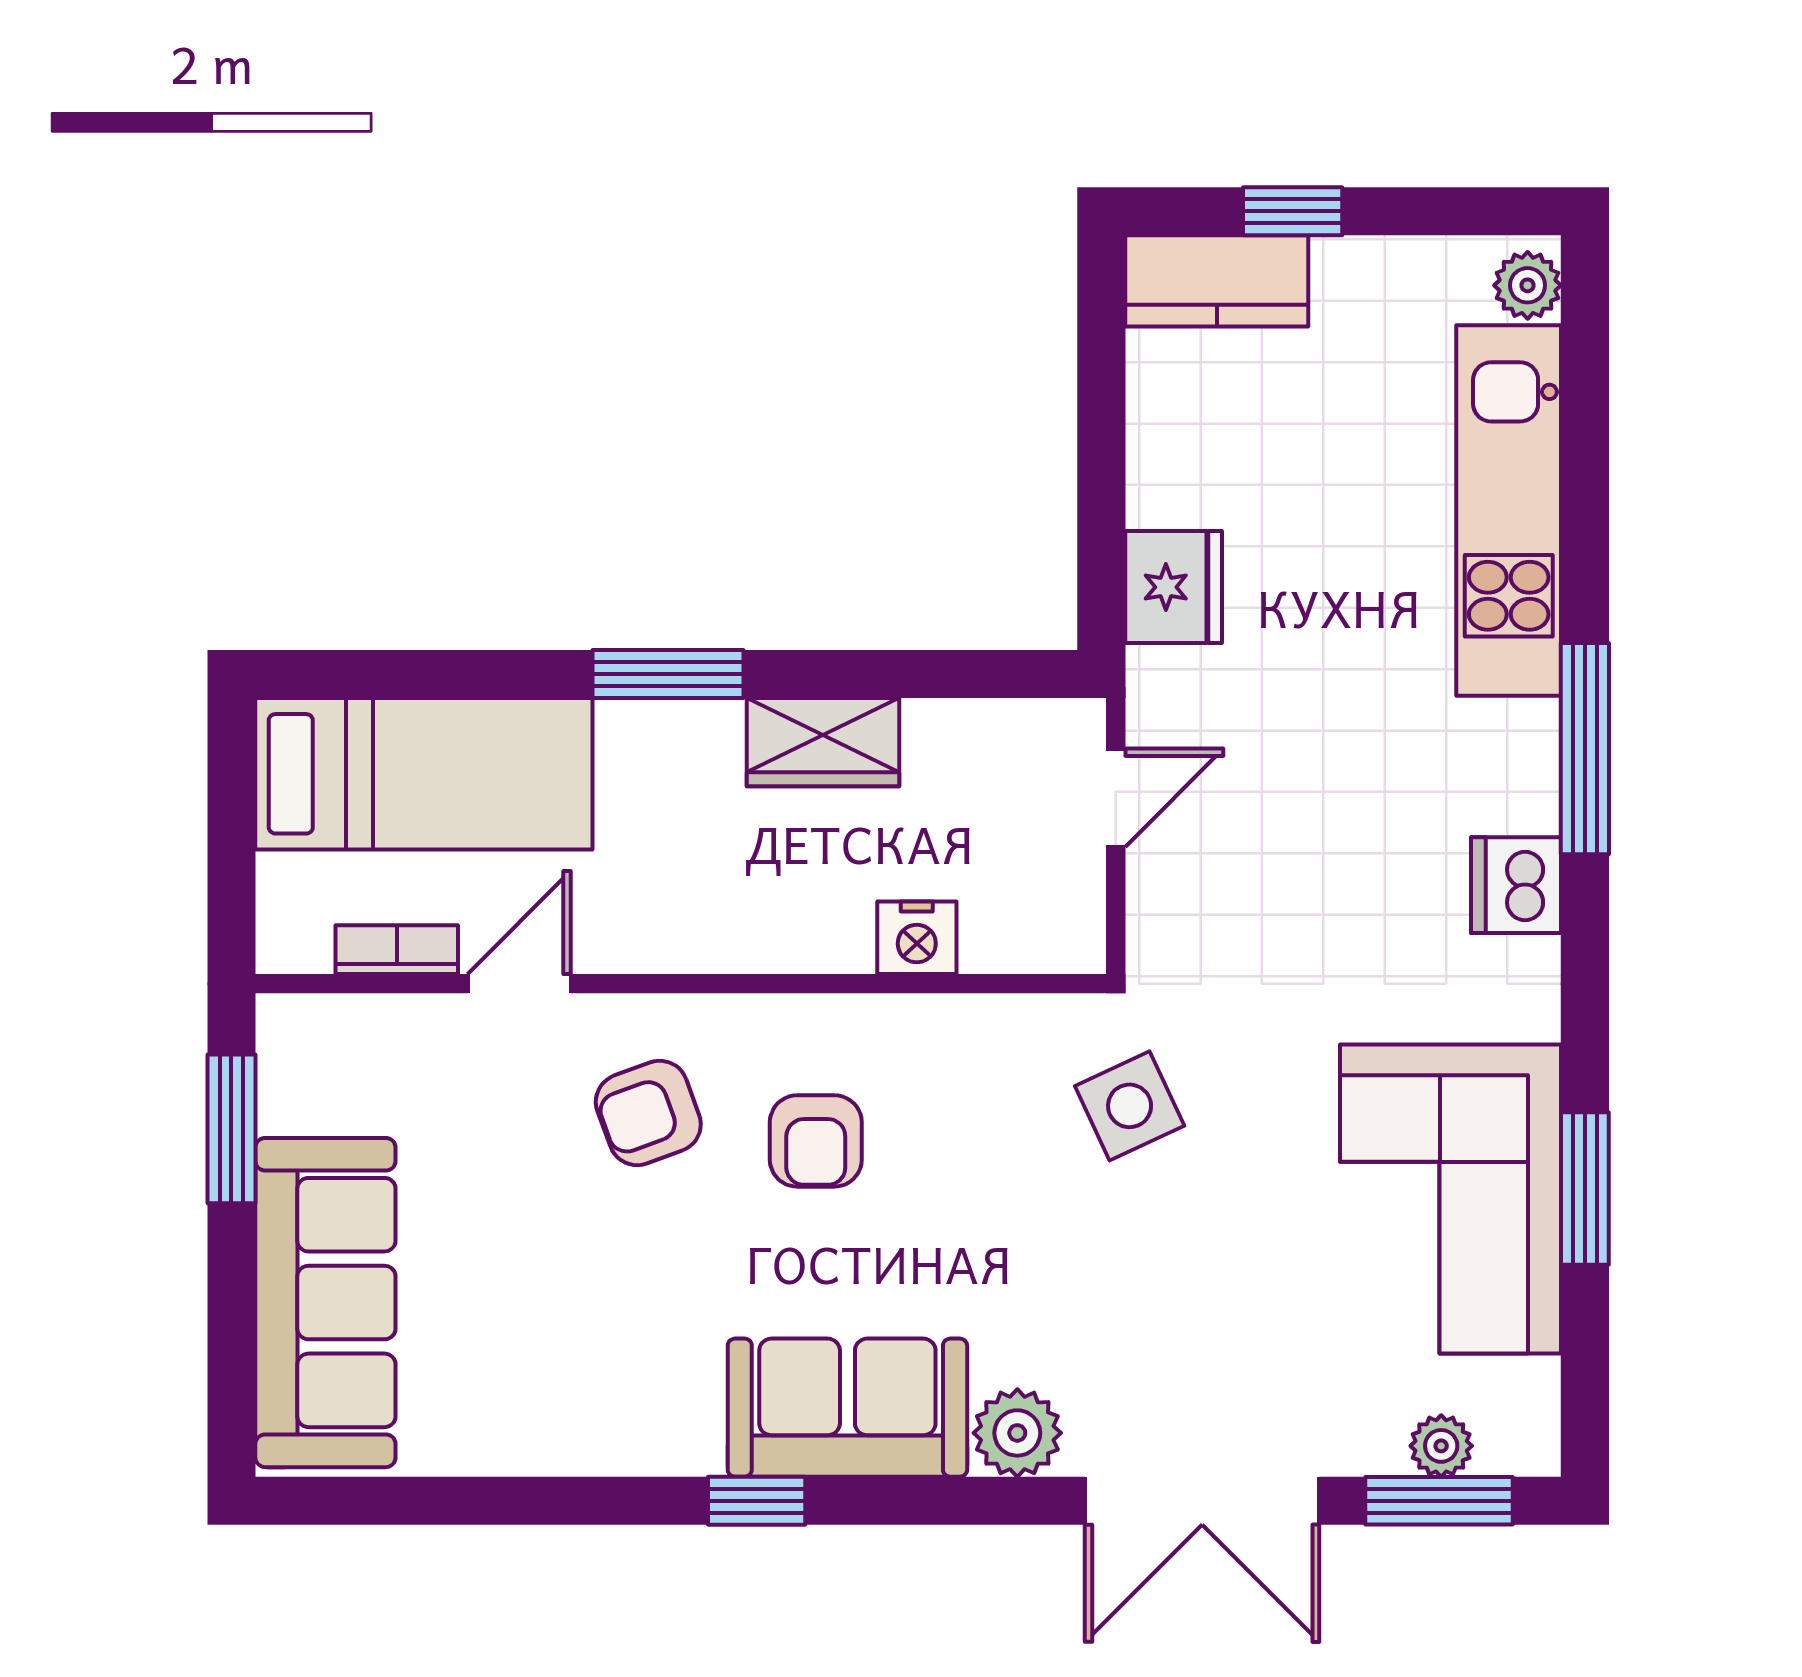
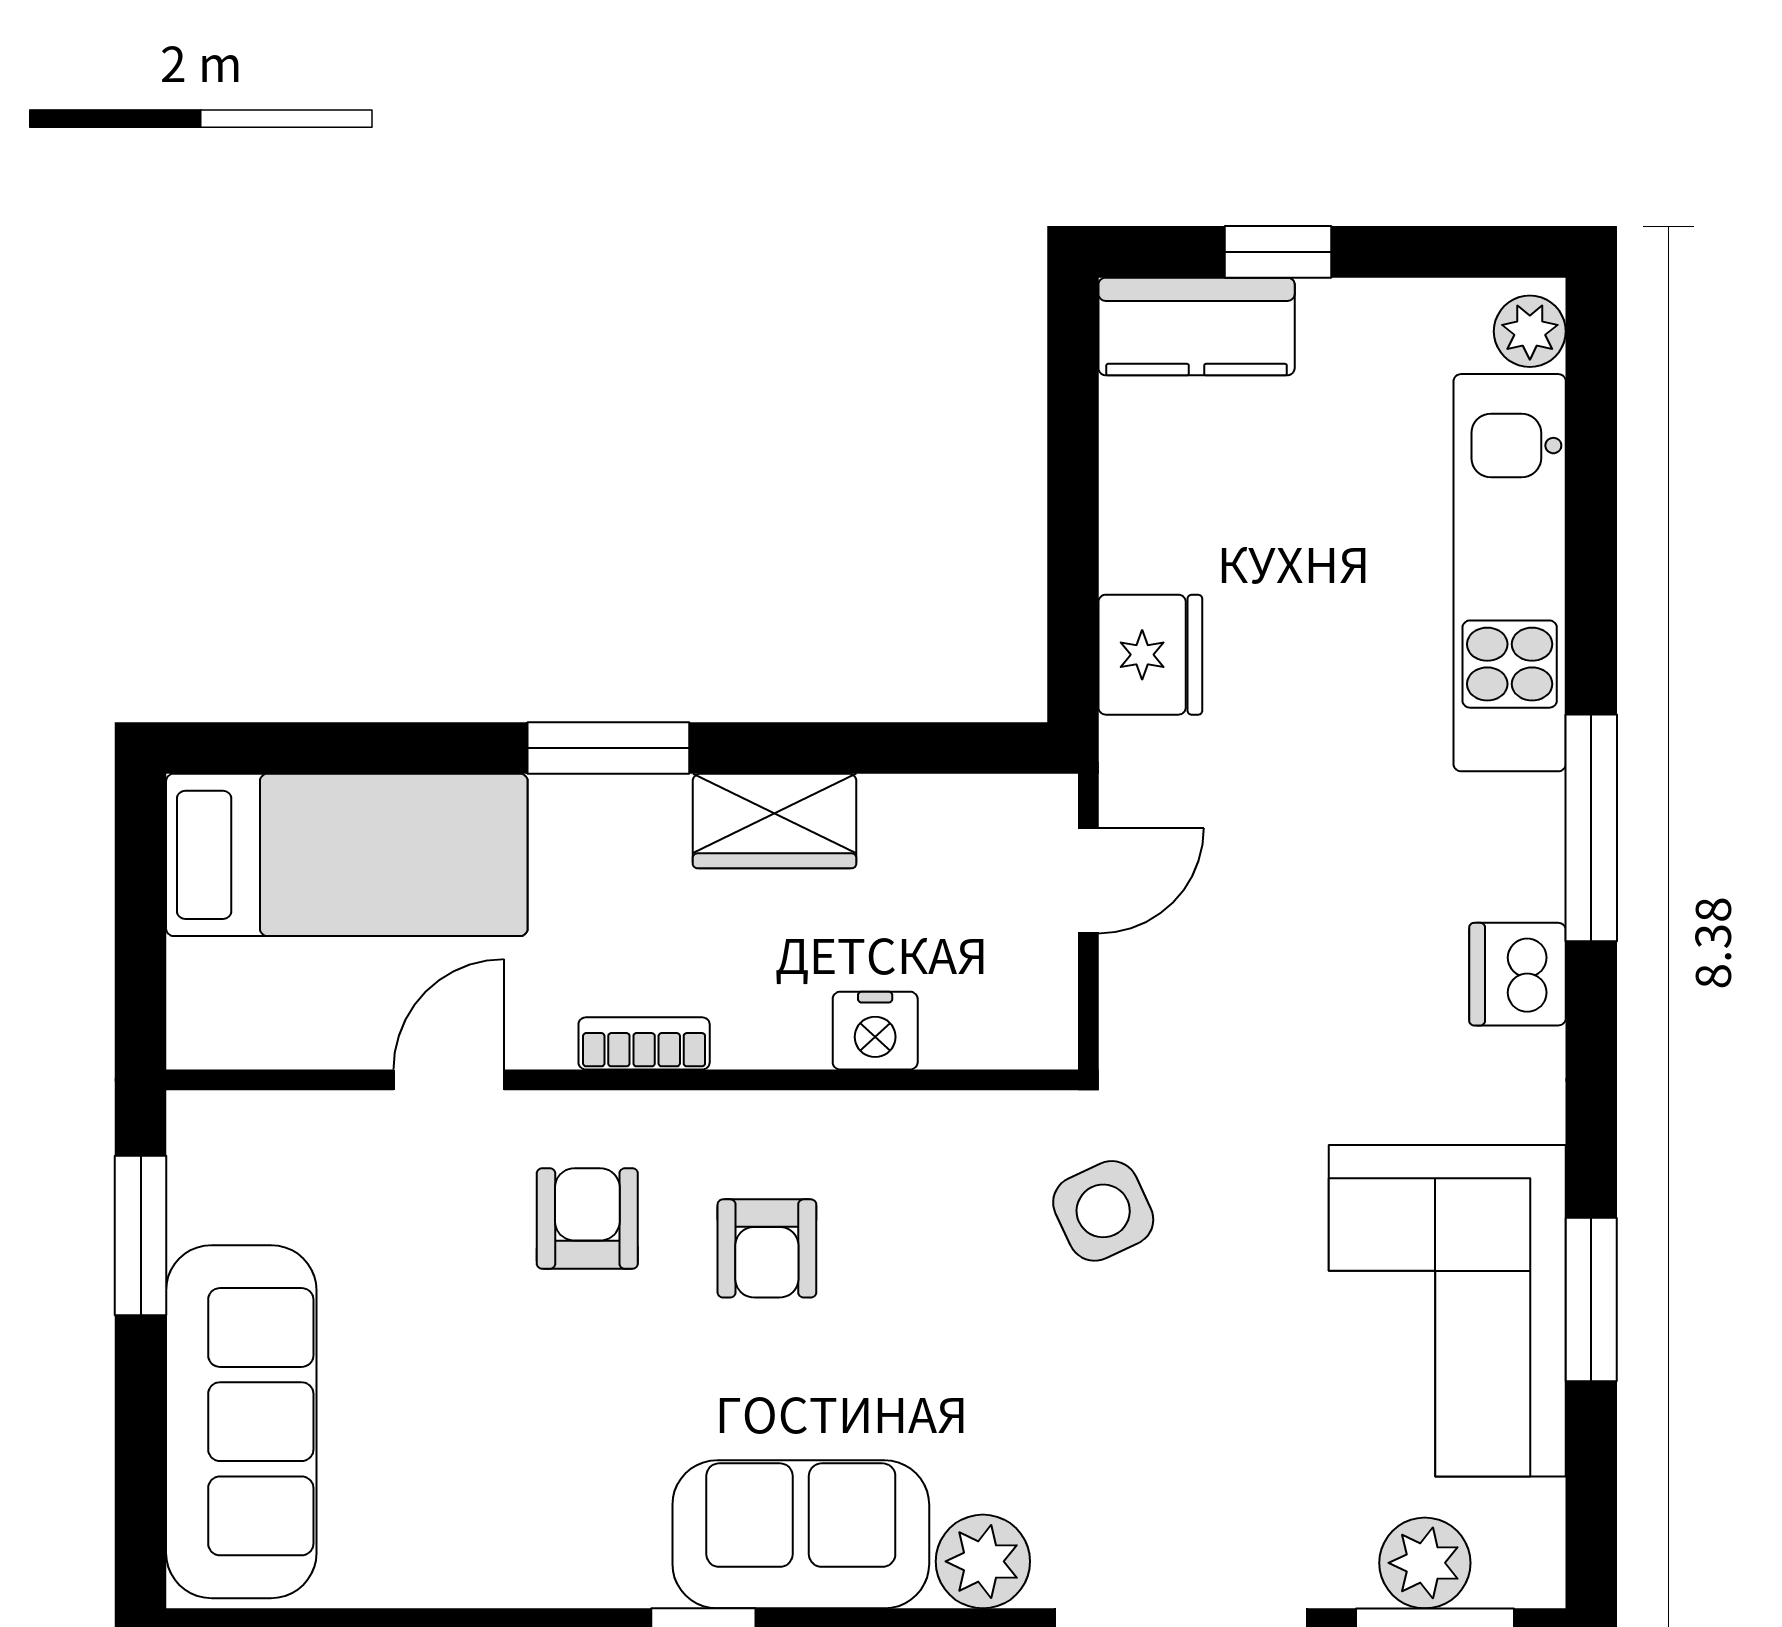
bookcase: (397, 950) -> (644, 1043), moved
armchair: (648, 1113) -> (587, 1219), turned 110
plant: (1441, 1446) -> (1425, 1563), width x1.38, depth x1.38

